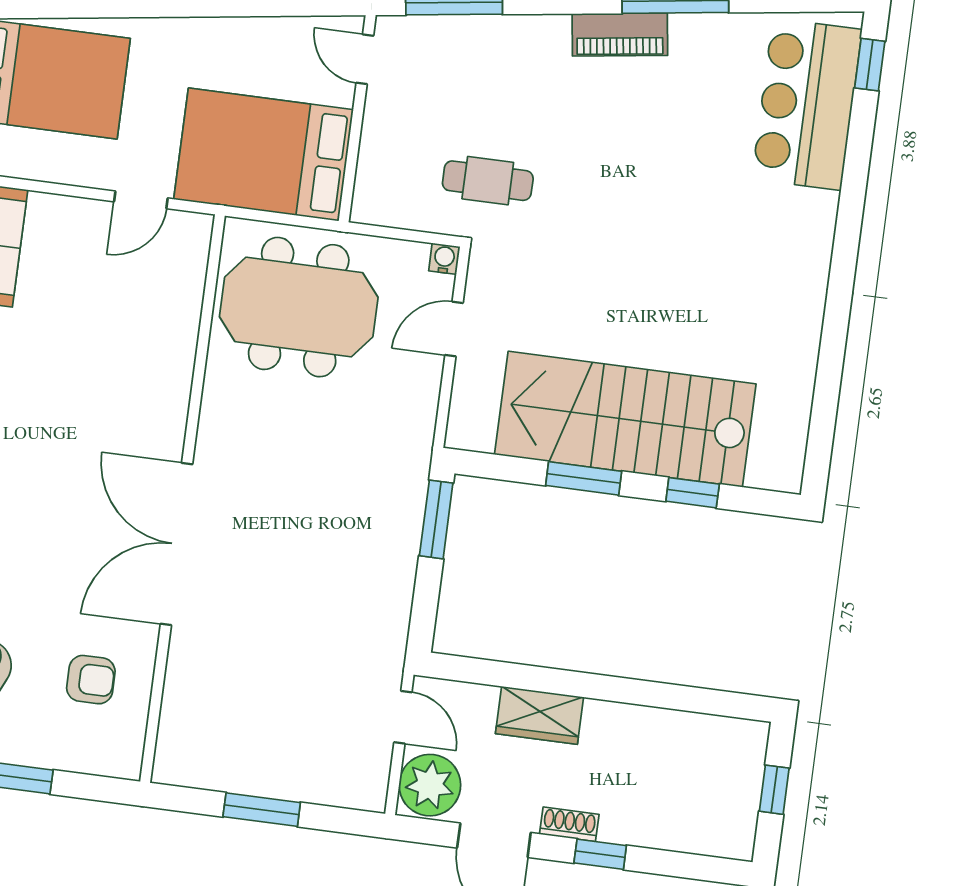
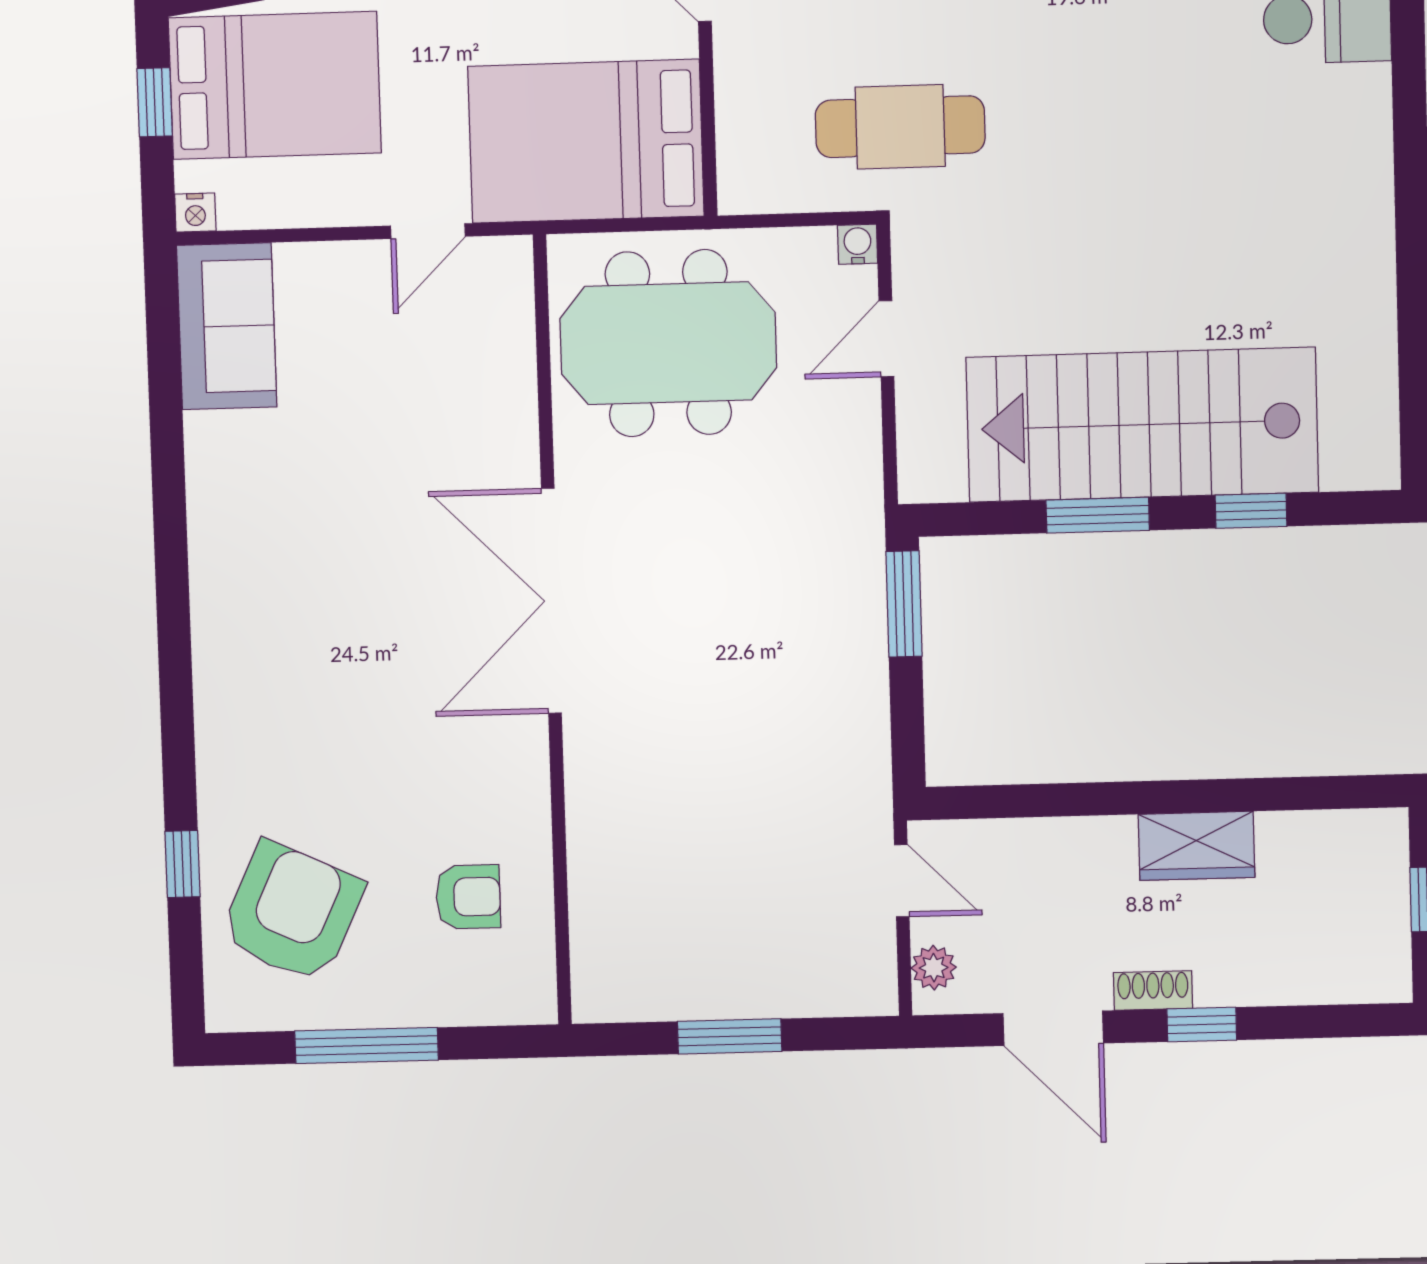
cafe table: (488, 181) -> (900, 127), width x1.37, depth x1.35
double door: (177, 544) -> (551, 601), moved
wardrobe: (540, 715) -> (1197, 846), moved
plant: (430, 785) -> (934, 968), width x0.53, depth x0.53

